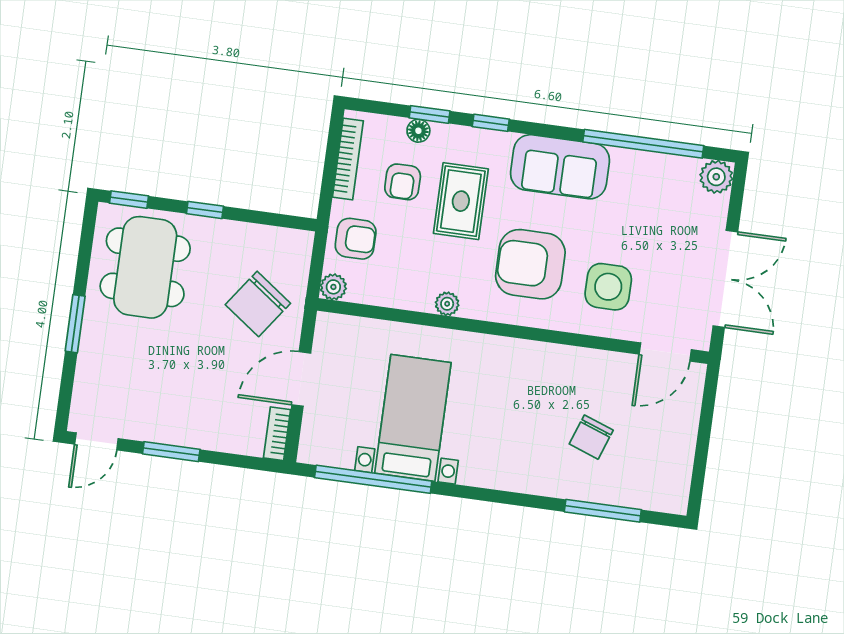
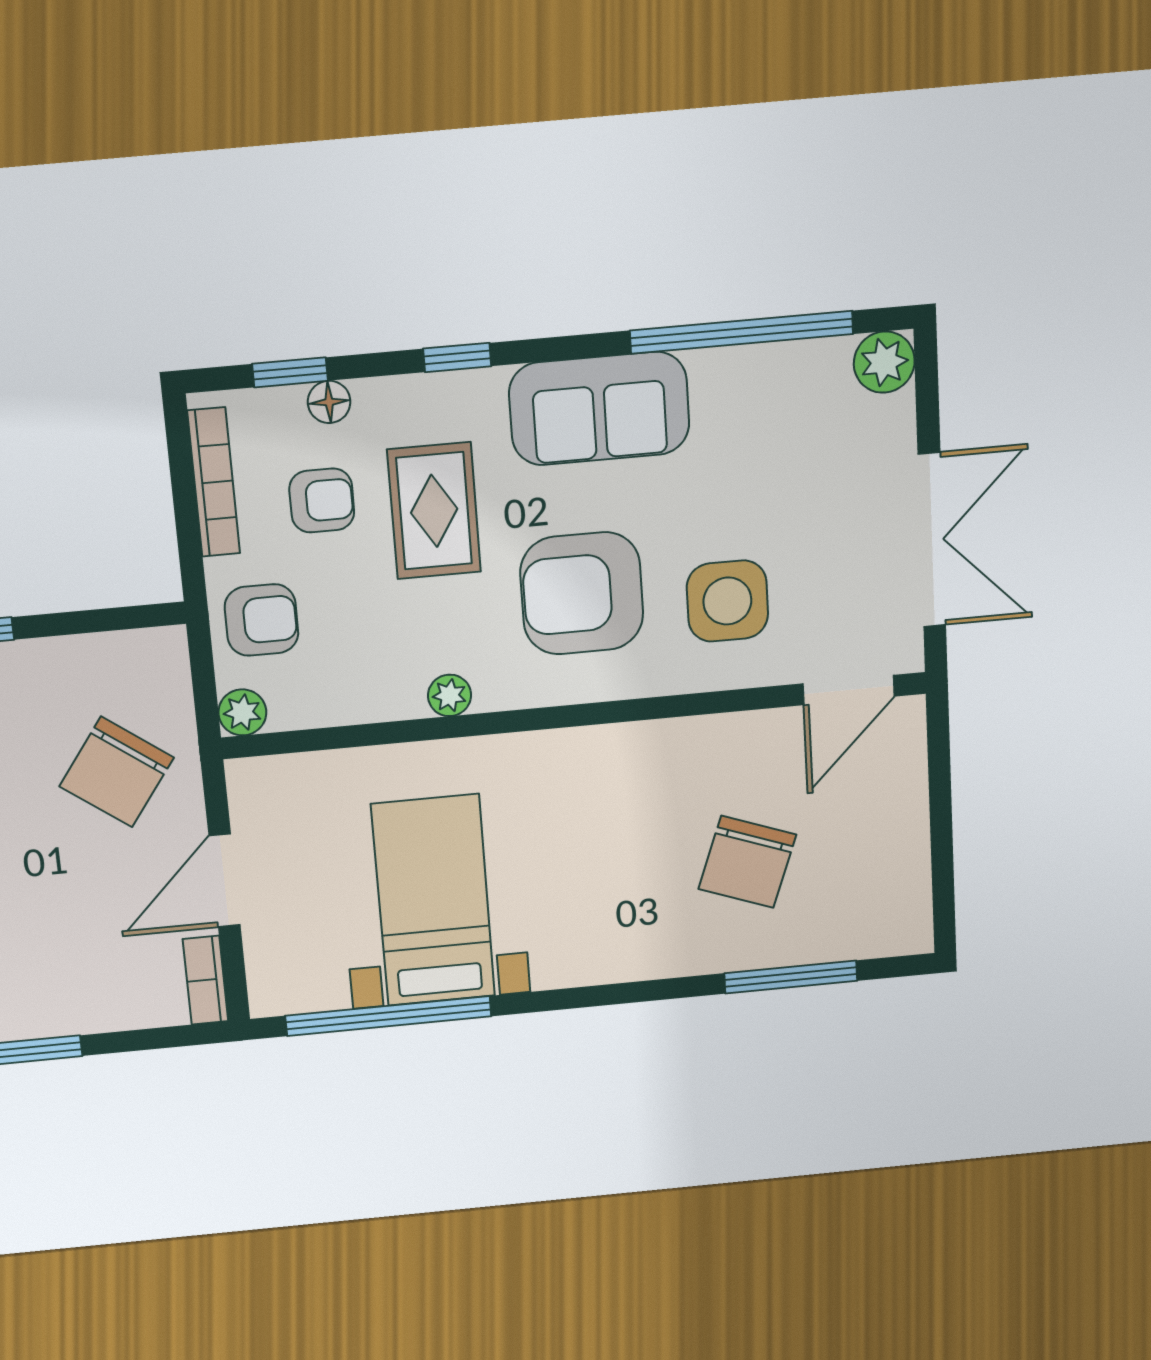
window: (430, 114) -> (290, 372), moved
armchair: (403, 182) -> (322, 501), turned -90
chair: (591, 437) -> (747, 862), width x1.37, depth x1.37

